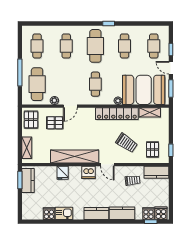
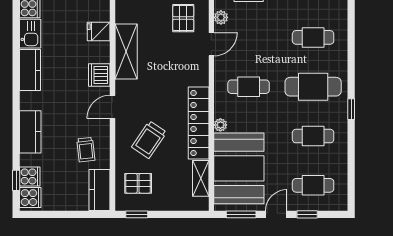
door: (70, 106) -> (211, 44), swing flipped
shelving: (75, 157) -> (126, 51), width x0.68
kitchen counter: (96, 213) -> (30, 70), moved

